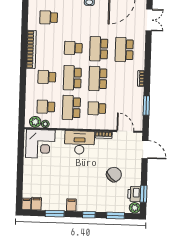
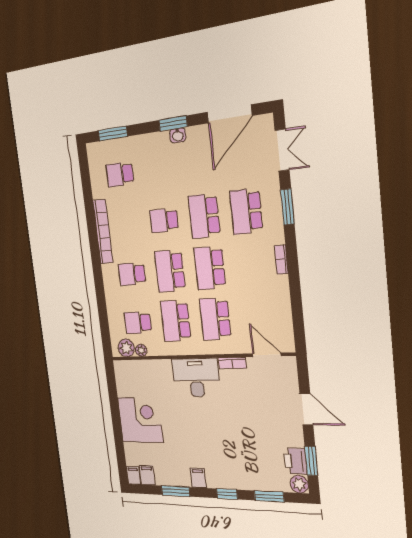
window: (146, 106) -> (287, 207), moved
school desk: (97, 108) -> (215, 319), width x1.85
corner desk: (40, 144) -> (140, 420), moved, turned -90
door: (145, 149) -> (306, 409), moved
chair: (114, 174) -> (258, 429), removed

